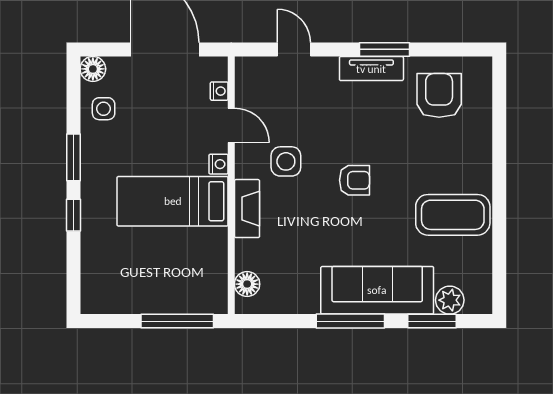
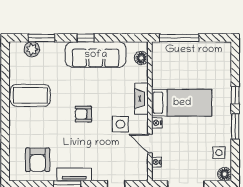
sofa: (377, 290) -> (96, 55), moved
window: (350, 321) -> (86, 38), width x0.46

